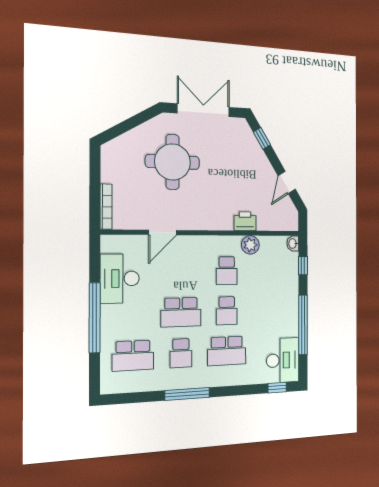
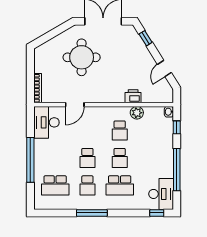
desk: (120, 279) -> (46, 122), moved
school desk: (181, 312) -> (87, 158), width x0.54

